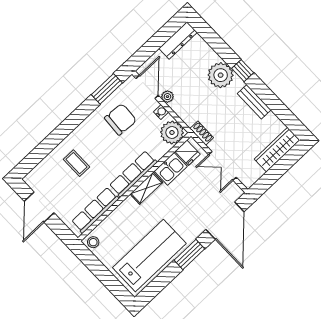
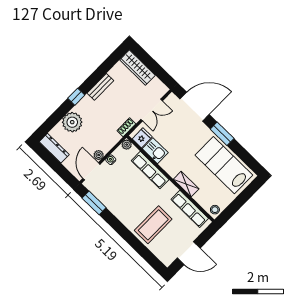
plant: (221, 75) -> (72, 122), moved
door: (147, 87) -> (91, 171), hinge flipped
chair: (120, 119) -> (118, 191), removed
plant: (172, 132) -> (127, 145), width x0.53, depth x0.53
coffee table: (76, 163) -> (153, 225), width x1.86, depth x1.72
row of seats: (133, 174) -> (150, 170), moved
shelving: (146, 188) -> (186, 184), moved

